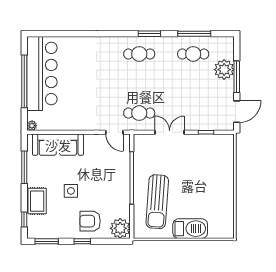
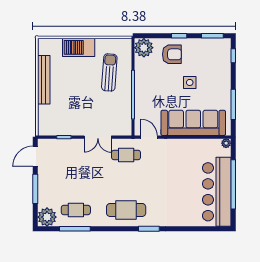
window: (149, 34) -> (149, 229), moved
cafe table: (139, 54) -> (126, 210), width x1.37, depth x1.35
plant: (224, 70) -> (47, 217), moved
sofa: (58, 145) -> (193, 123), width x1.36, depth x1.27
bench: (228, 194) -> (44, 80), added
rug: (37, 201) -> (221, 73), removed
sun lounger: (157, 202) -> (109, 72), width x0.73, depth x0.75

